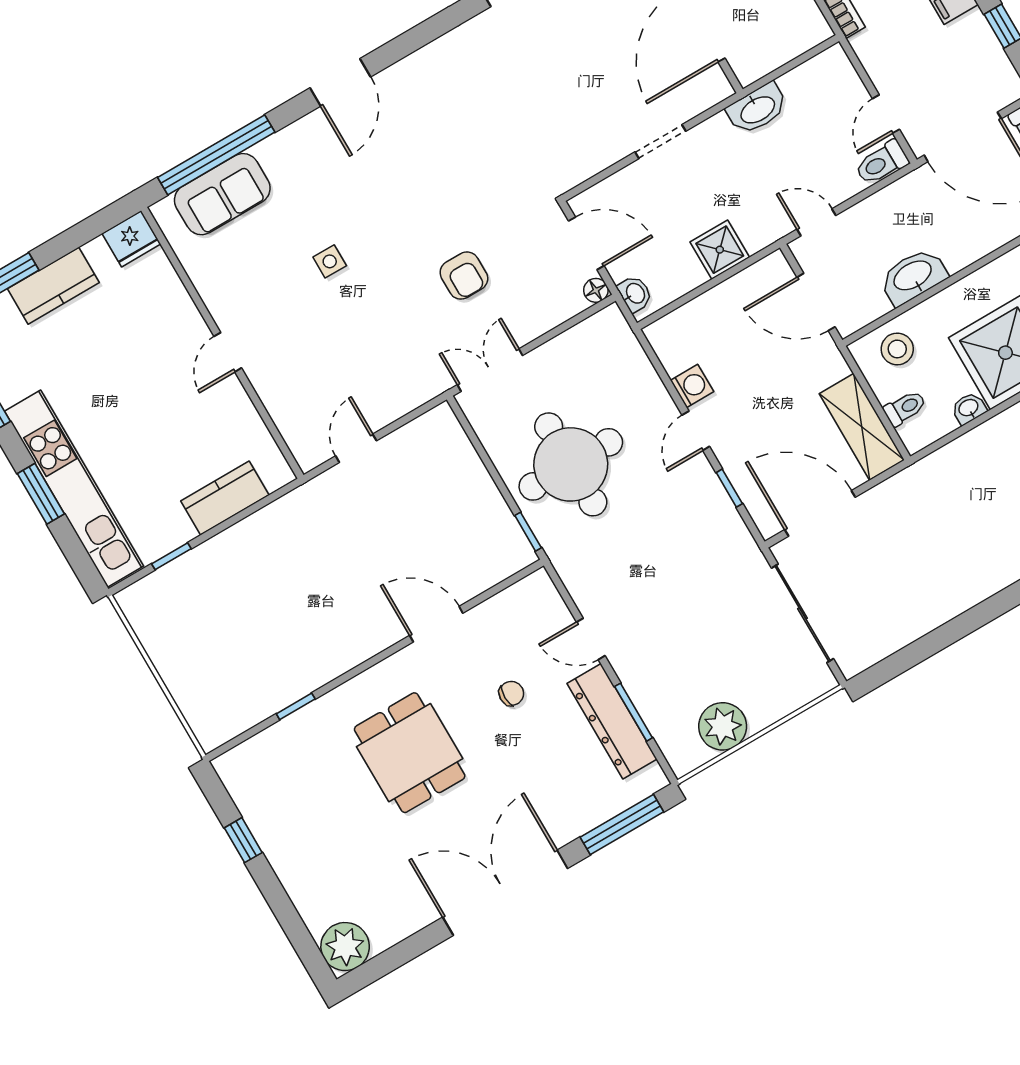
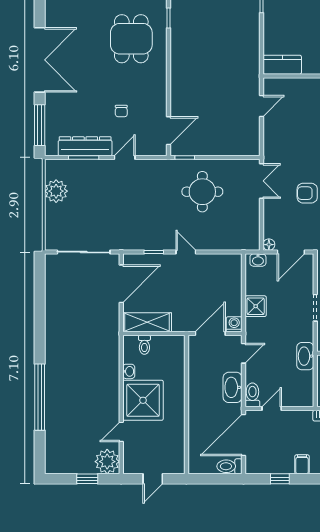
door: (886, 114) -> (272, 409), hinge flipped
washbasin: (913, 276) -> (233, 387), moved, turned 180
stool: (897, 349) -> (171, 356), removed
washing machine: (692, 386) -> (234, 324), moved, turned 180
door: (356, 448) -> (261, 106), hinge flipped
round table: (571, 464) -> (202, 192), width x0.73, depth x0.73
kitchen counter: (225, 498) -> (282, 65), moved, turned -90
door: (436, 624) -> (168, 131), moved
dining table: (410, 753) -> (131, 39), moved, turned 90

